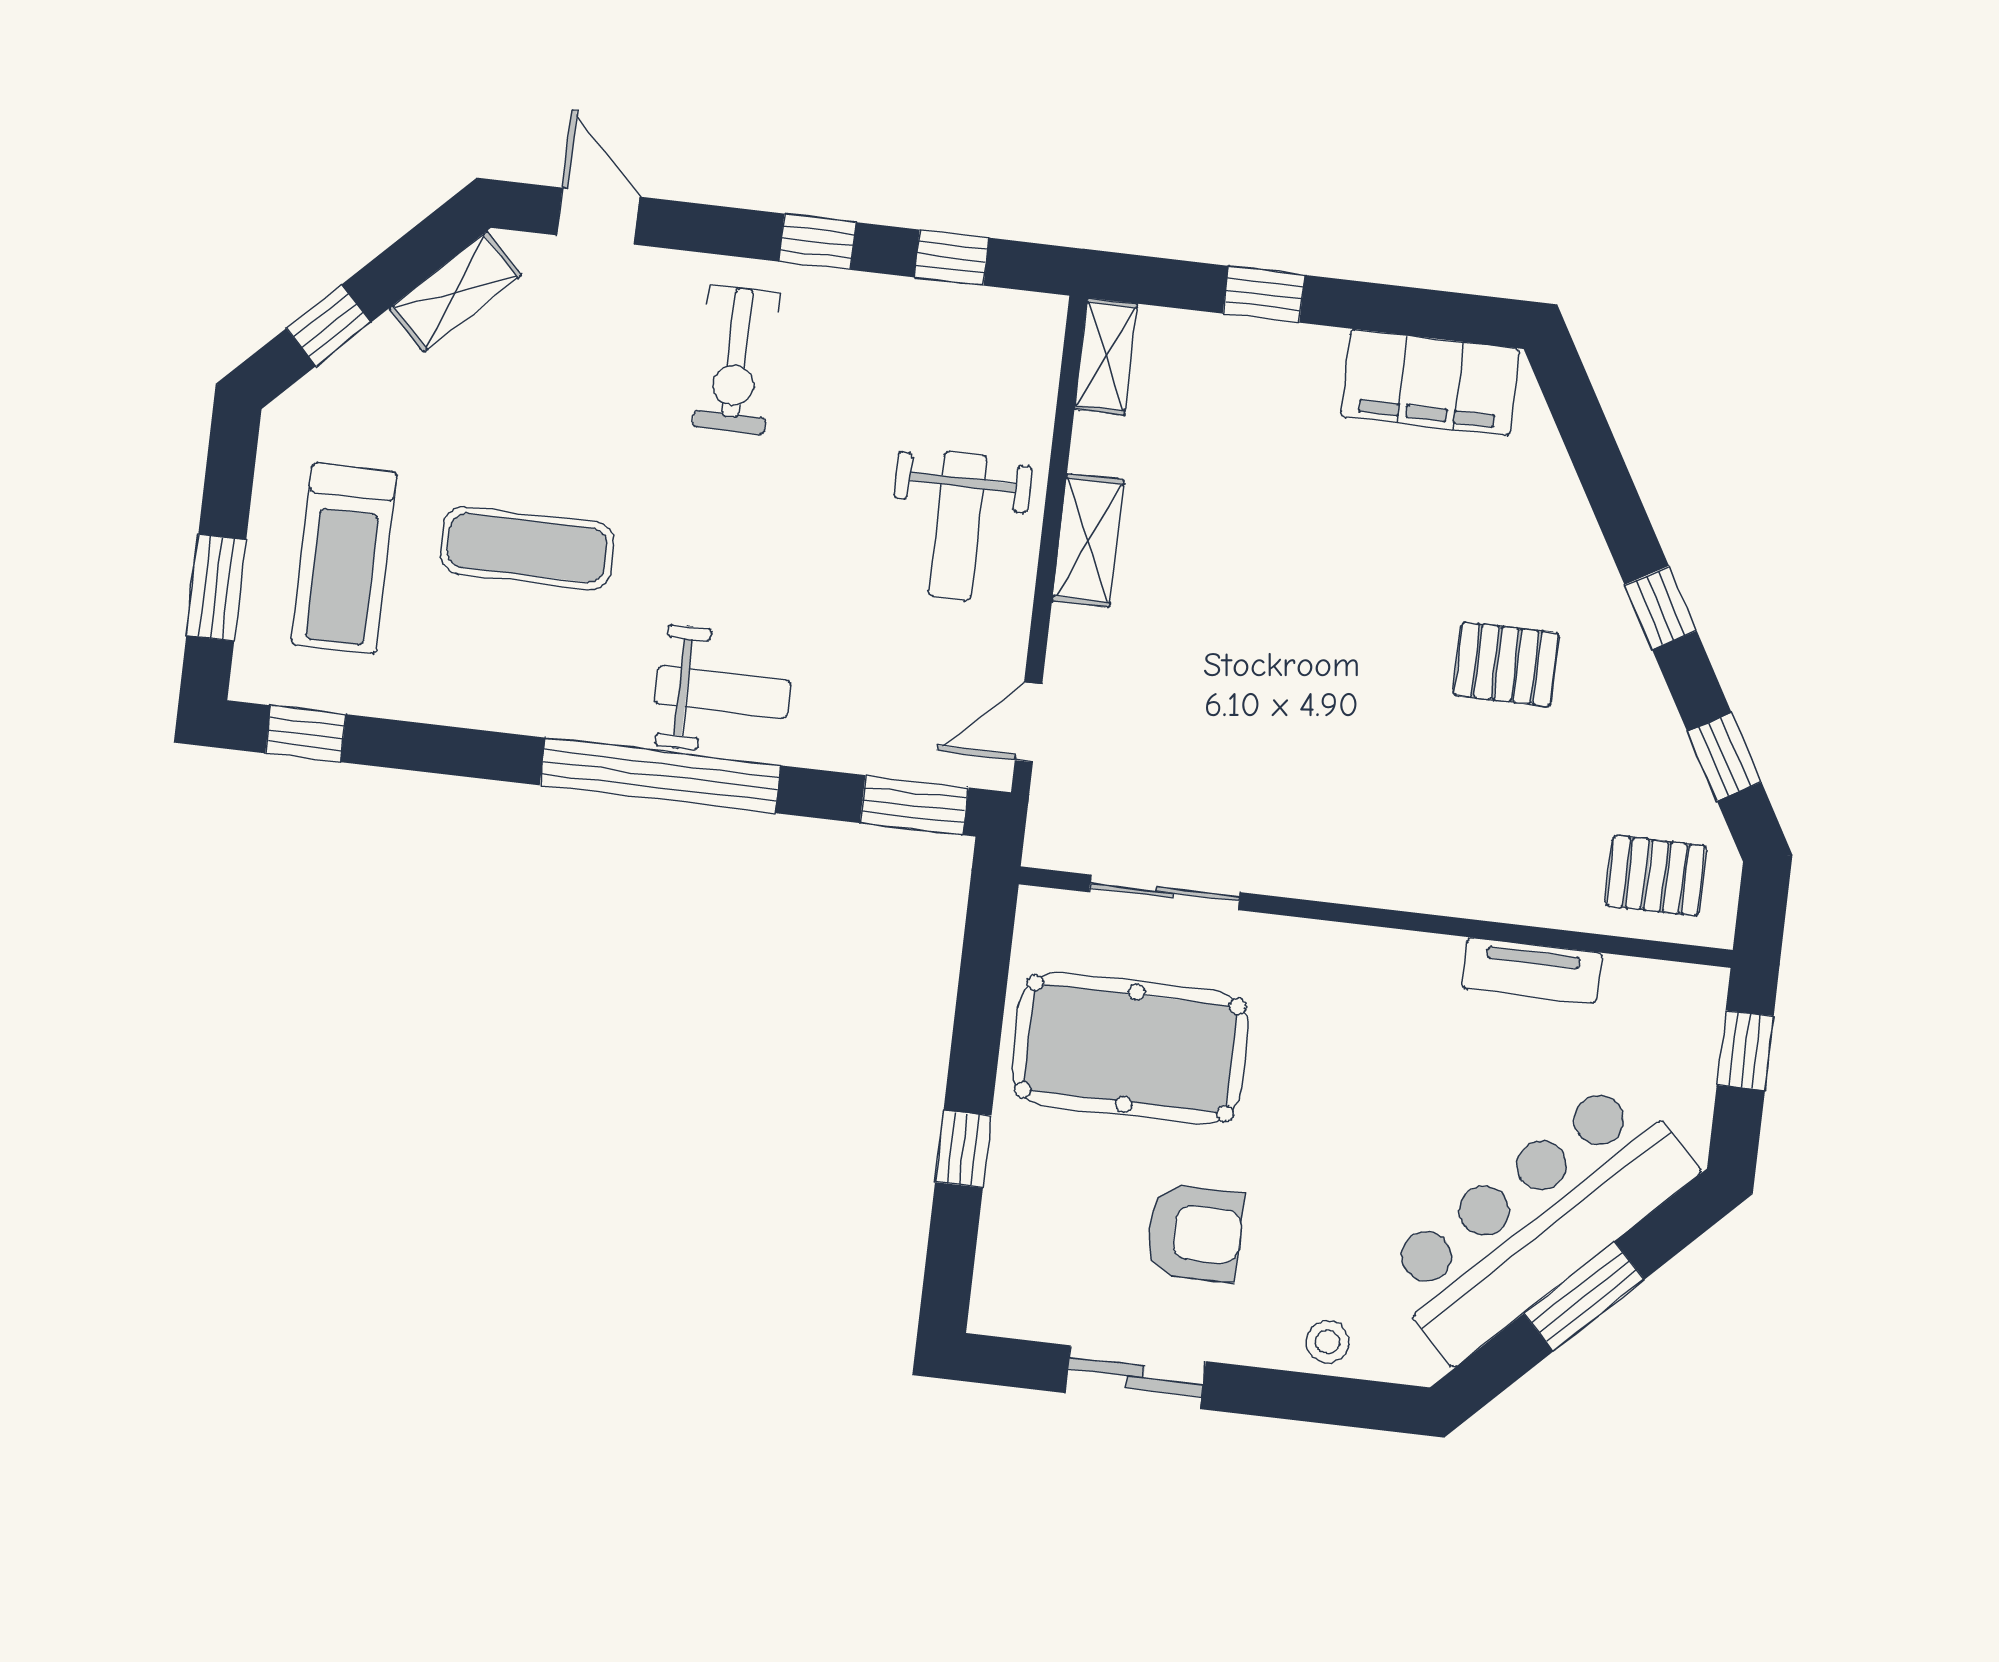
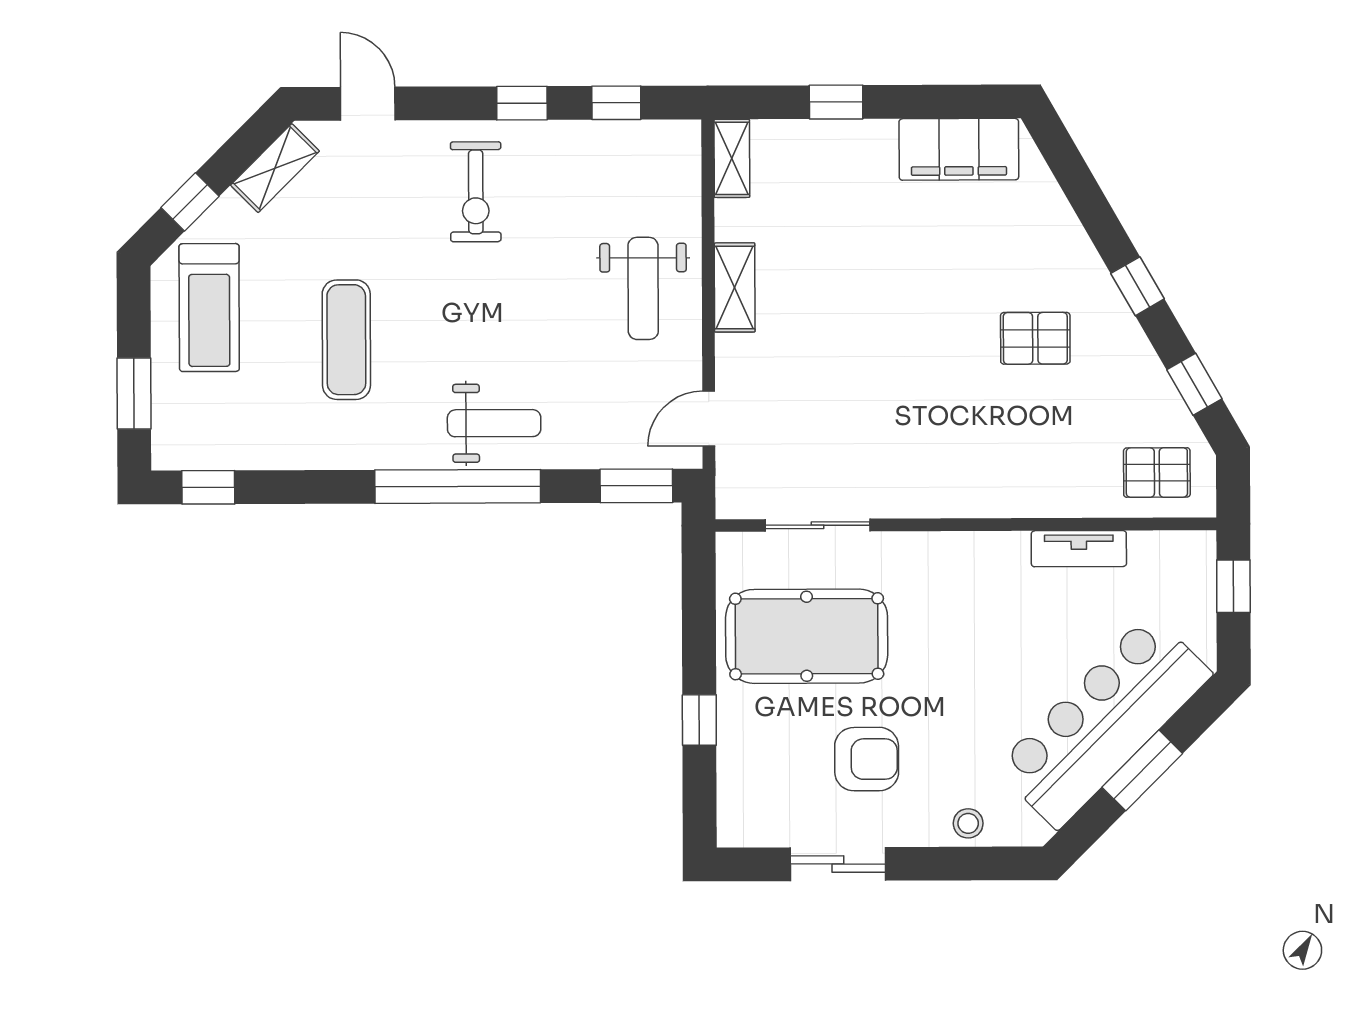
exercise mat: (527, 548) -> (346, 340), turned 90
treadmill: (344, 559) -> (209, 308), moved

